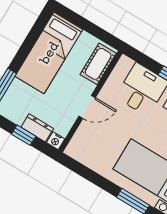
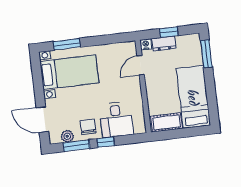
cot: (98, 64) -> (167, 122), moved, turned 90
door: (87, 107) -> (141, 65), moved

